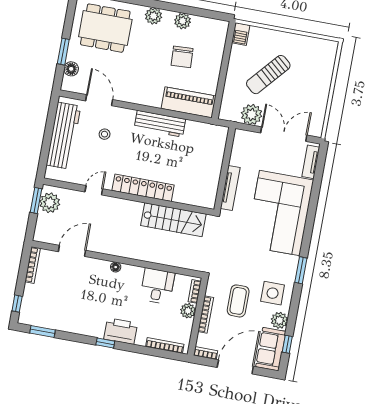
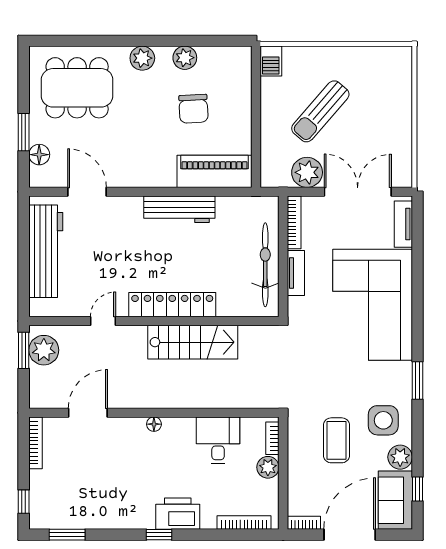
stool: (105, 134) -> (104, 238), removed
bicycle: (212, 172) -> (265, 265), added
tv unit: (230, 188) -> (296, 273), width x0.71
stairs: (173, 220) -> (193, 342), moved
bookcase: (206, 315) -> (294, 222), moved

